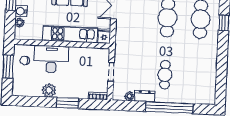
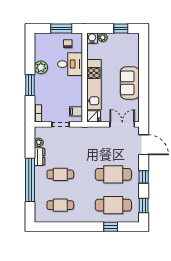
water cooler: (21, 11) -> (92, 38), moved
filing cabinet: (98, 55) -> (76, 111), added
desk: (51, 59) -> (70, 64), width x0.73
cafe table: (198, 76) -> (60, 205), added

